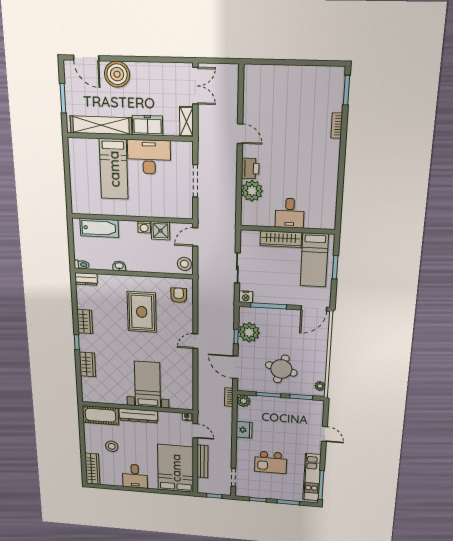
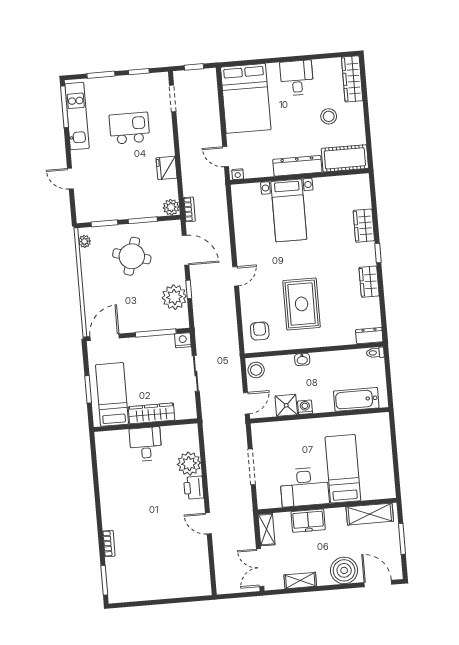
shelving: (158, 69) -> (300, 581), added
shelving: (101, 125) -> (370, 514), width x0.68
washbasin: (119, 266) -> (302, 359), moved
armchair: (179, 295) -> (260, 331), turned 180
bench: (202, 461) -> (213, 115), removed

